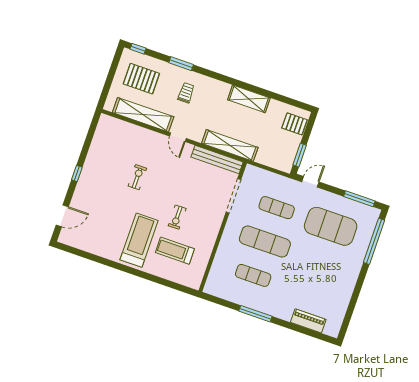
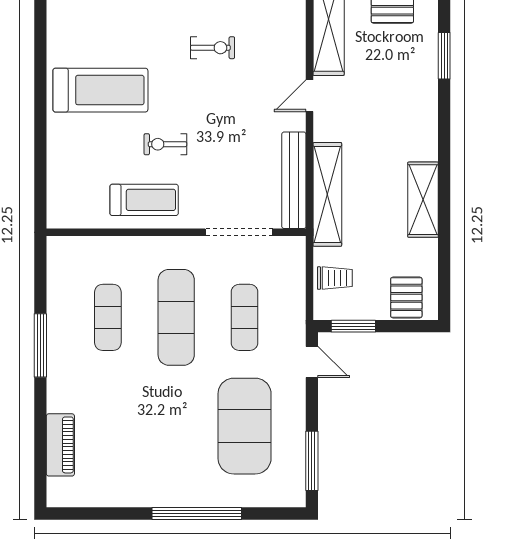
trolley: (186, 93) -> (335, 278), moved
window: (374, 241) -> (197, 514), moved
treadmill: (175, 251) -> (144, 200), moved, turned 90

